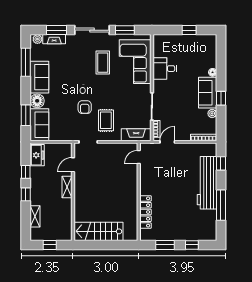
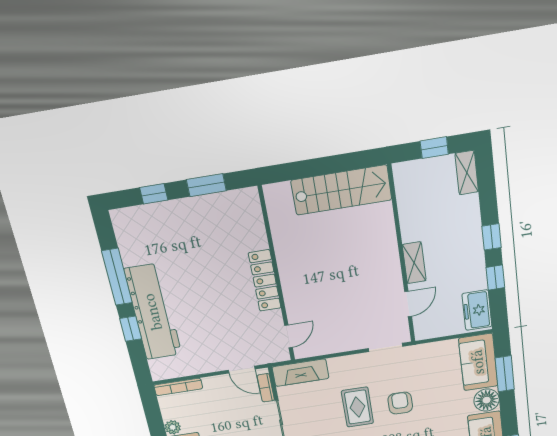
rug: (106, 120) -> (357, 407), moved
door: (167, 142) -> (242, 370), hinge flipped
window: (221, 163) -> (131, 329), moved
locker: (145, 212) -> (265, 281), moved
shelving: (35, 216) -> (467, 173), moved

